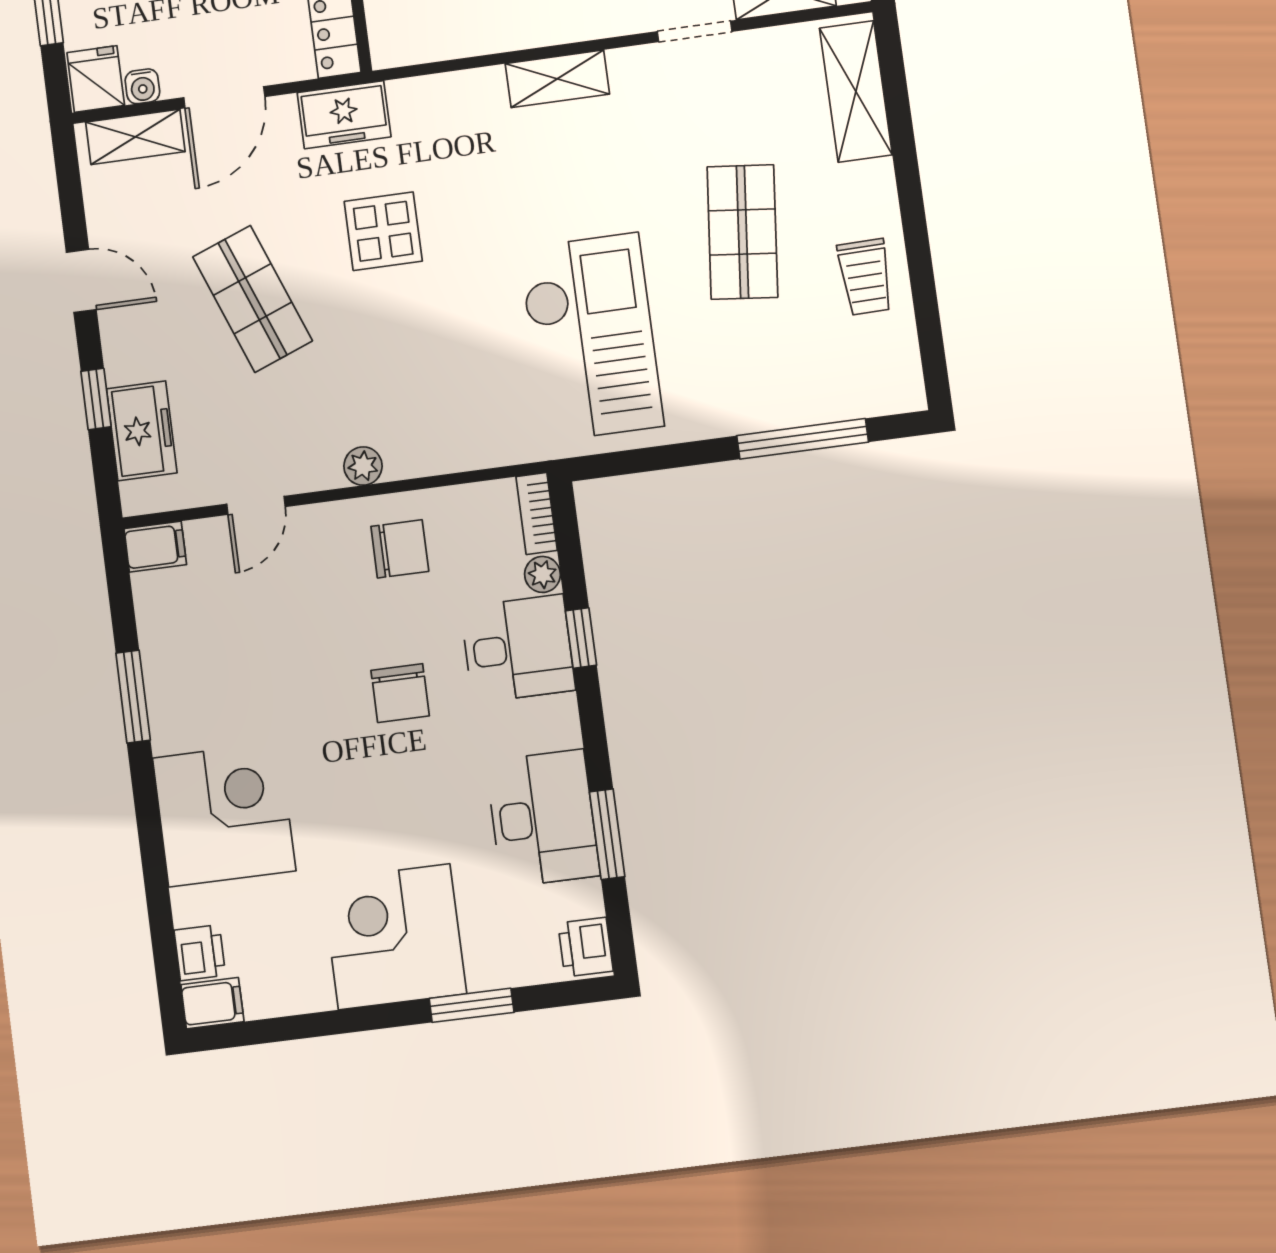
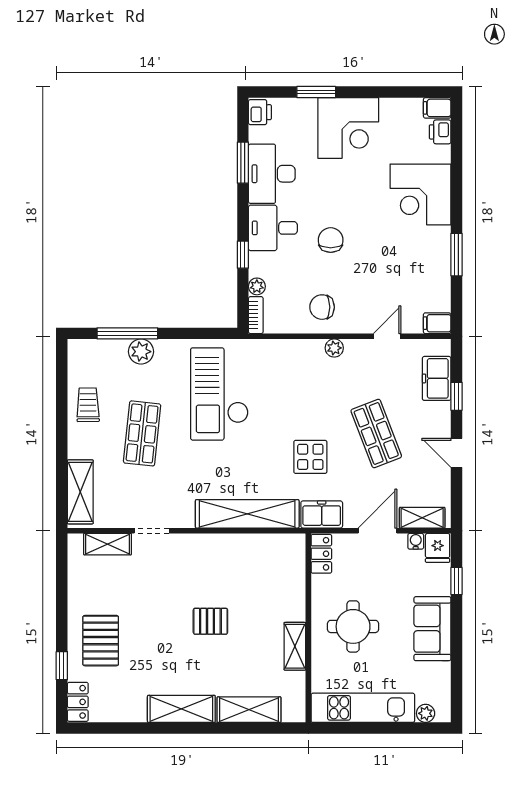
shelving: (557, 79) -> (247, 514), width x2.20, depth x1.33
plant: (768, 404) -> (141, 352), added
desk: (518, 649) -> (273, 228), moved

